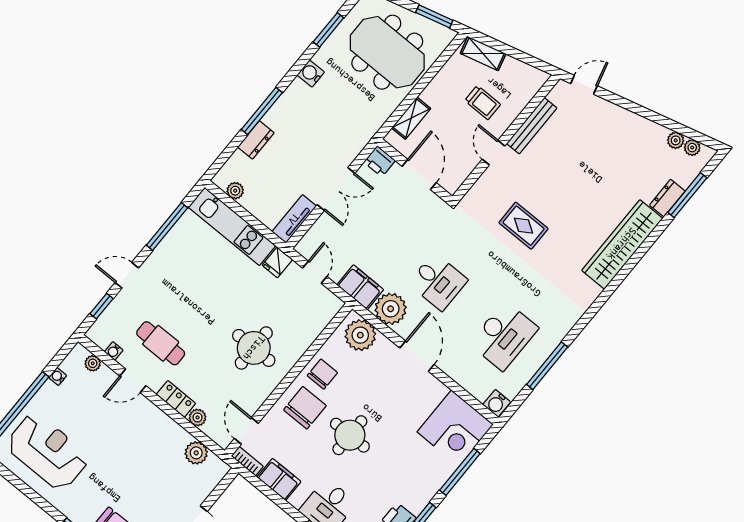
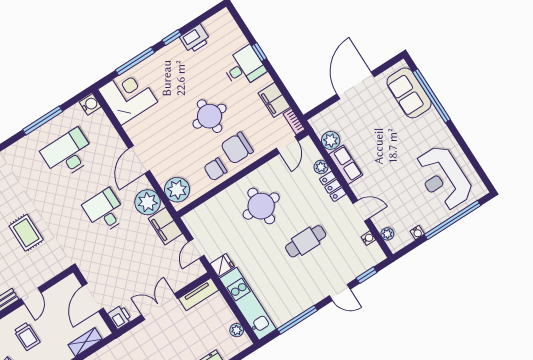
trolley: (483, 103) -> (27, 336), turned 180
cafe table: (161, 343) -> (306, 241), moved, turned 90
row of seats: (169, 430) -> (346, 165), added

